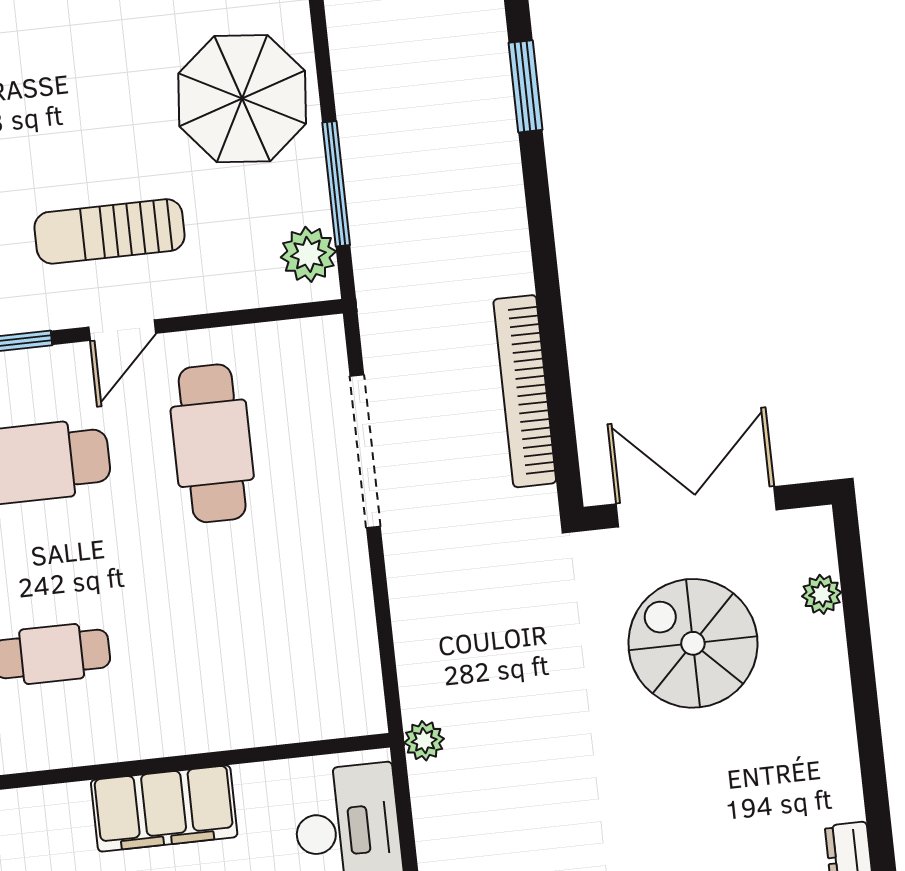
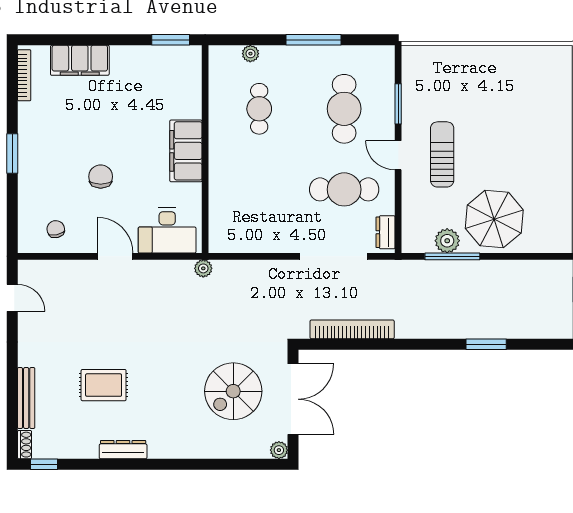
plant: (308, 254) -> (447, 241), moved
dresser: (298, 340) -> (386, 232), added
plant: (822, 594) -> (279, 450), moved
spiral stairs: (693, 643) -> (233, 391), turned 180

